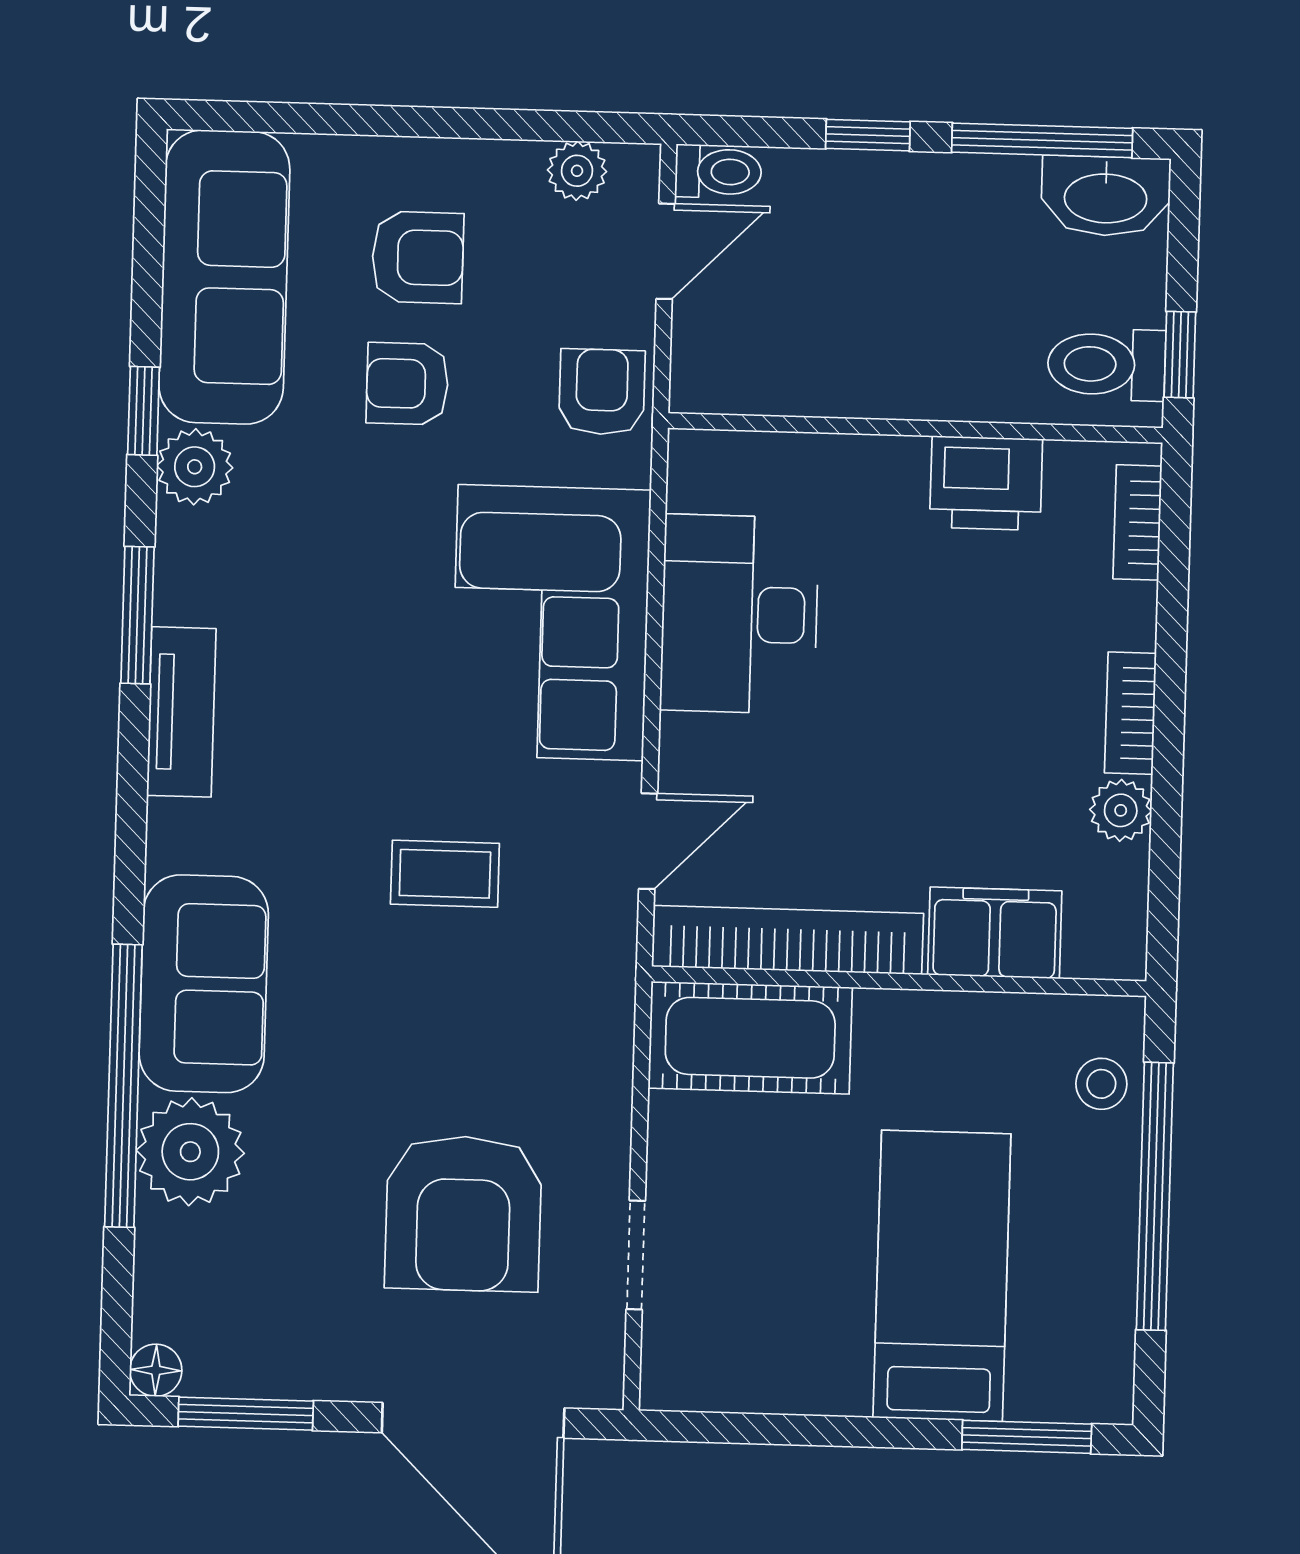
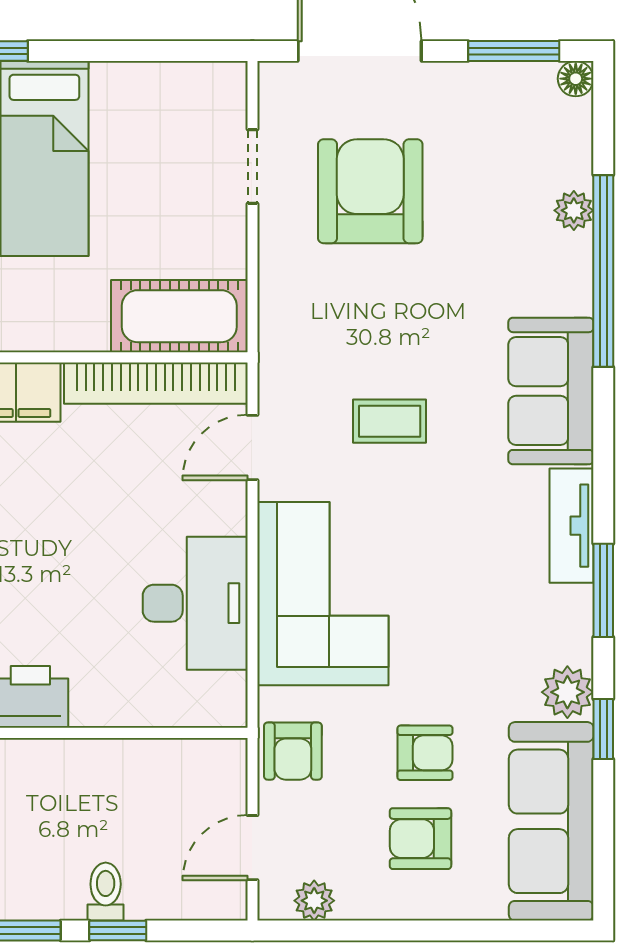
toilet: (718, 172) -> (106, 892), moved, turned 90
sofa: (204, 984) -> (551, 391), moved
plant: (190, 1152) -> (574, 210), width x0.53, depth x0.53

